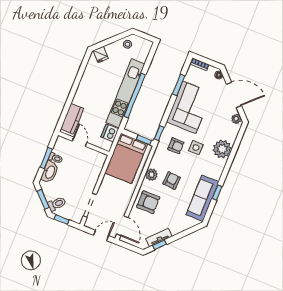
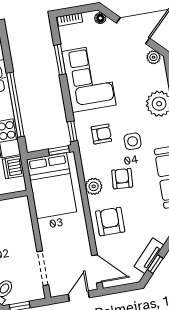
side table: (196, 148) -> (133, 141), moved
armchair: (148, 202) -> (110, 221), turned -90

